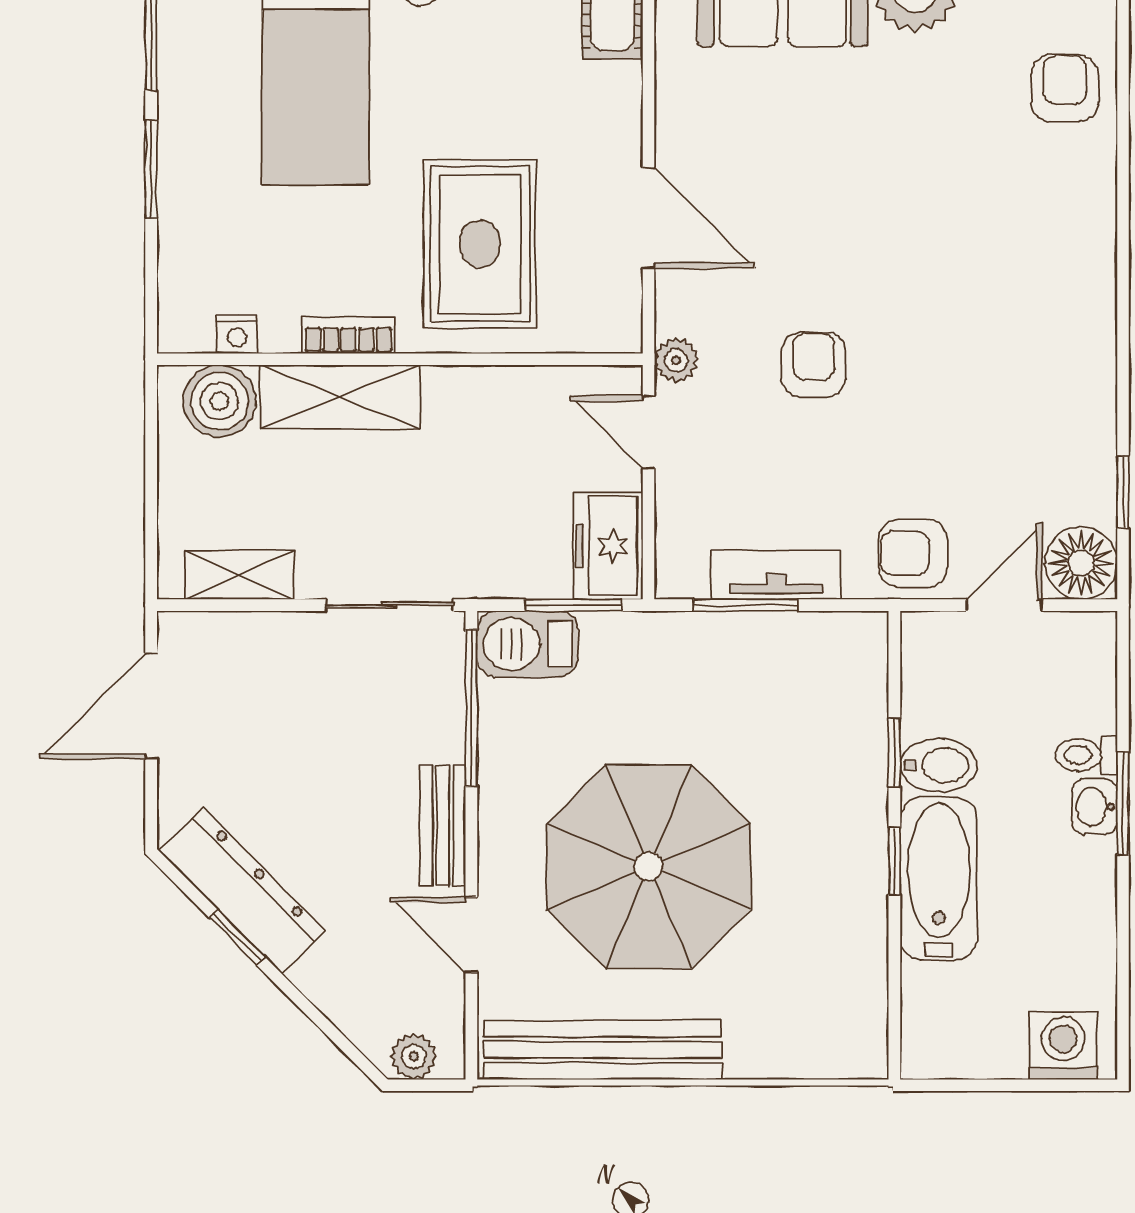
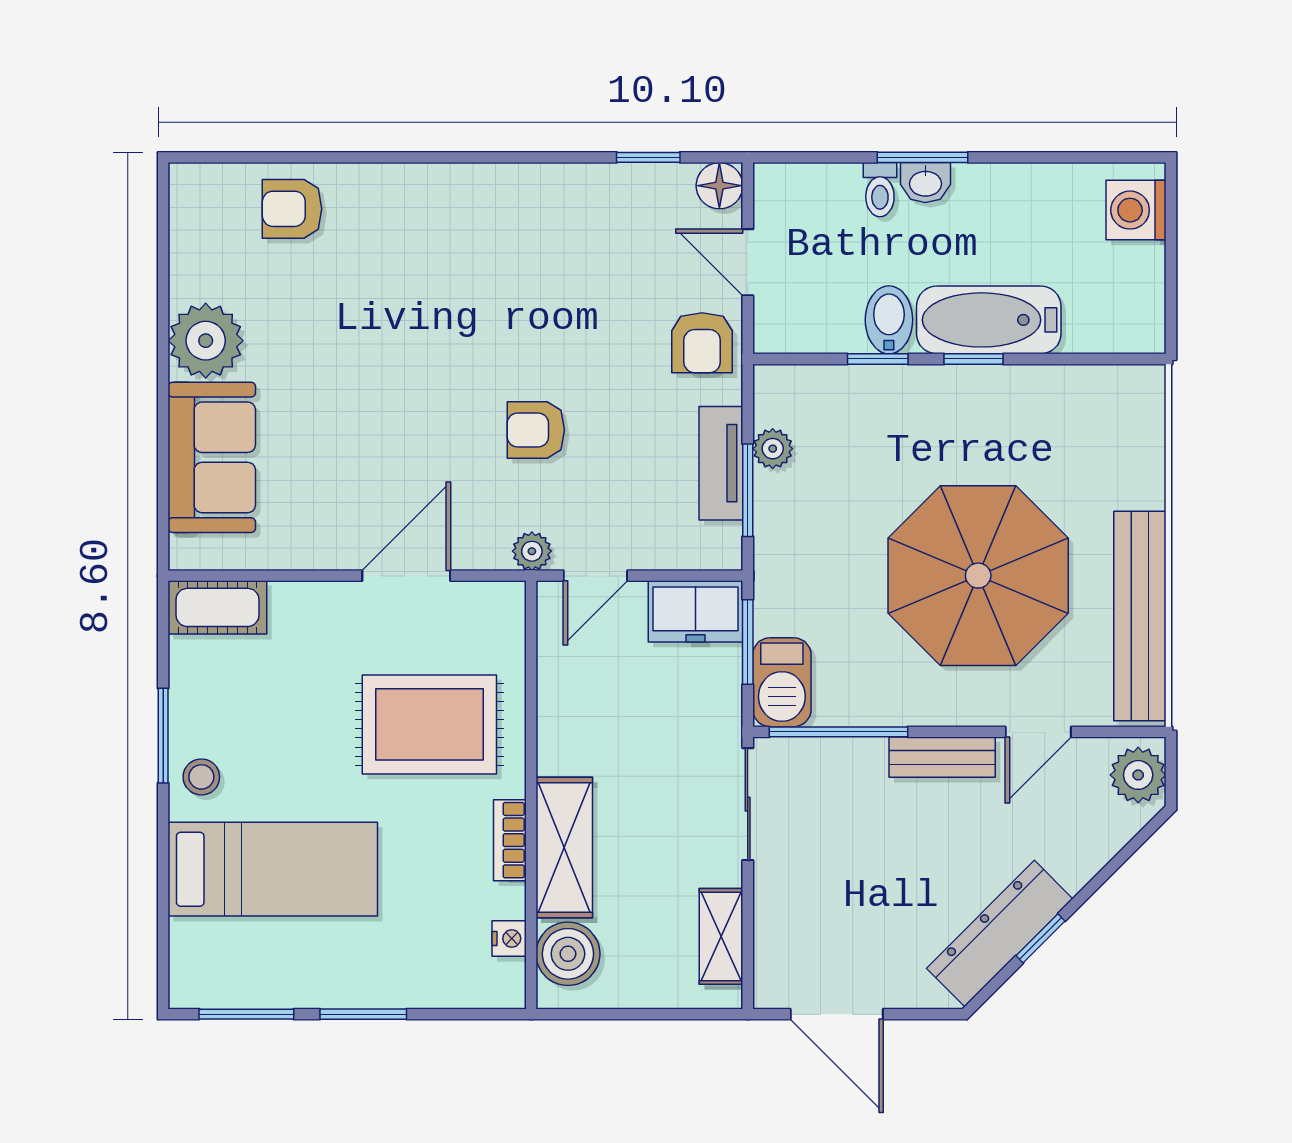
floor lamp: (1081, 563) -> (719, 186), width x0.73, depth x0.73
plant: (793, 633) -> (773, 449), added
plant: (414, 1057) -> (1138, 775), width x1.38, depth x1.38

